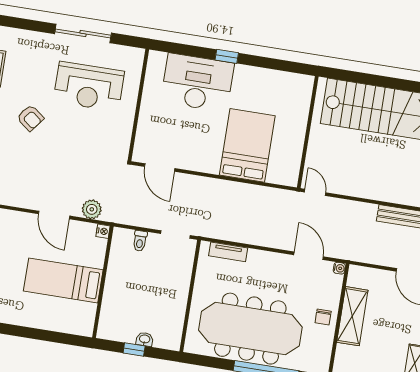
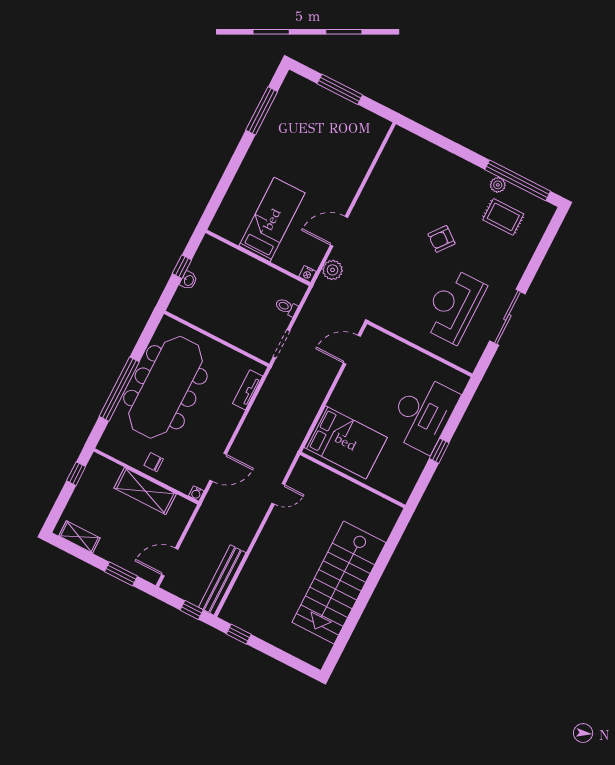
wall: (308, 132) -> (353, 480), moved

